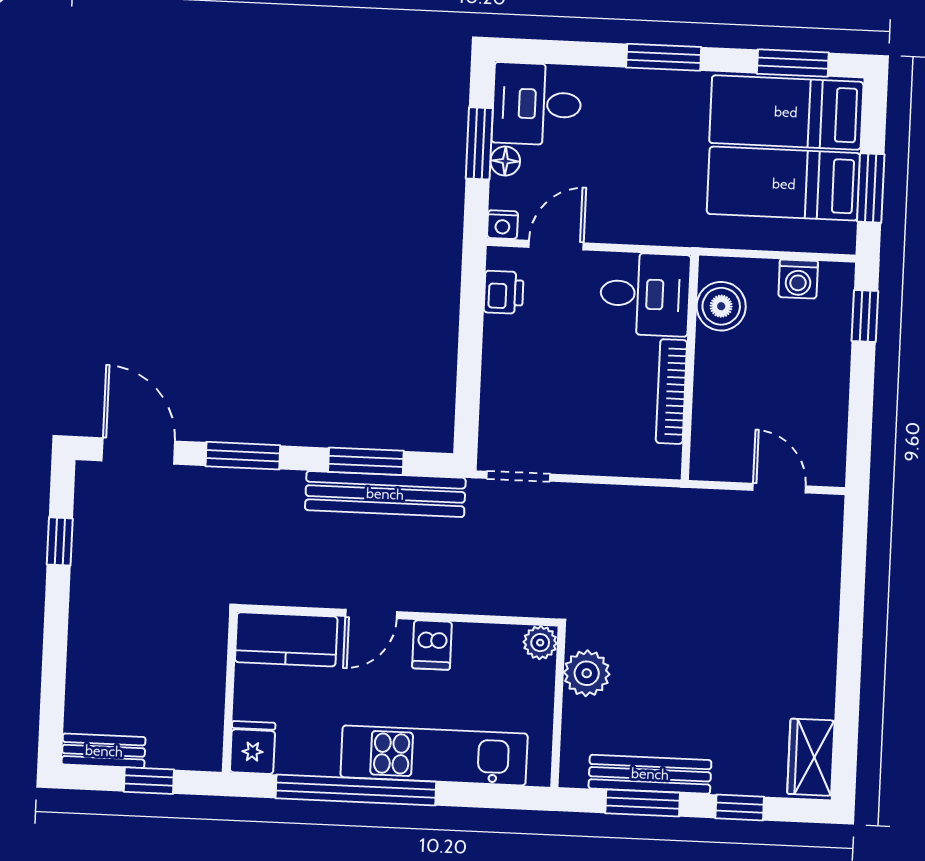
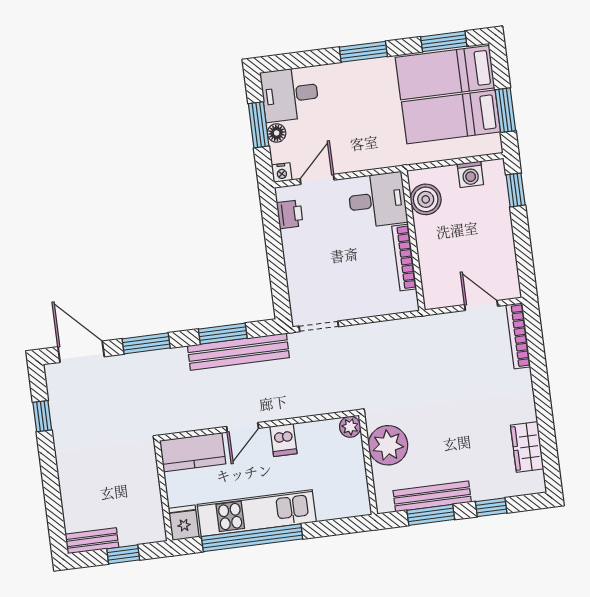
bookcase: (829, 546) -> (518, 336), added
plant: (587, 673) -> (388, 445), width x1.36, depth x1.36
kitchen unit: (434, 755) -> (257, 513), moved
wardrobe: (811, 757) -> (527, 447), moved

